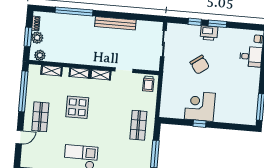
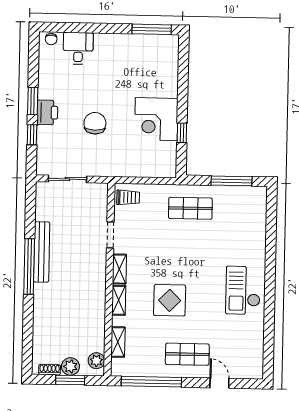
window: (74, 11) -> (29, 267), moved
chair: (200, 65) -> (95, 123), turned -54
window: (200, 124) -> (182, 133), moved

